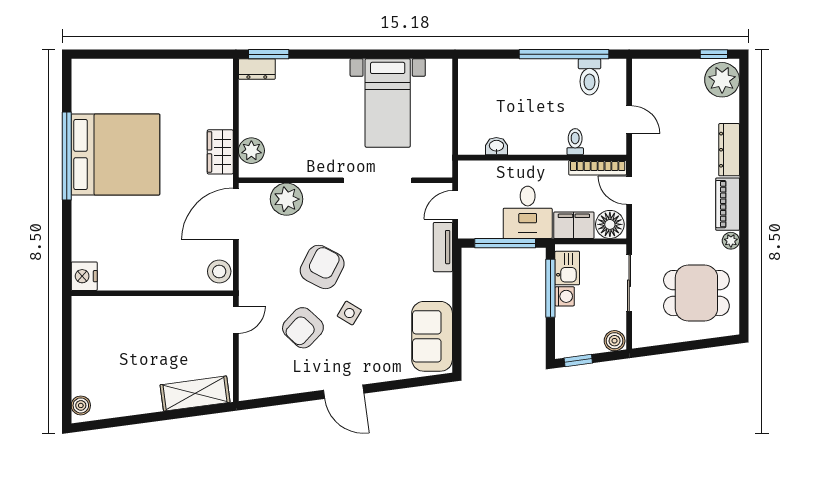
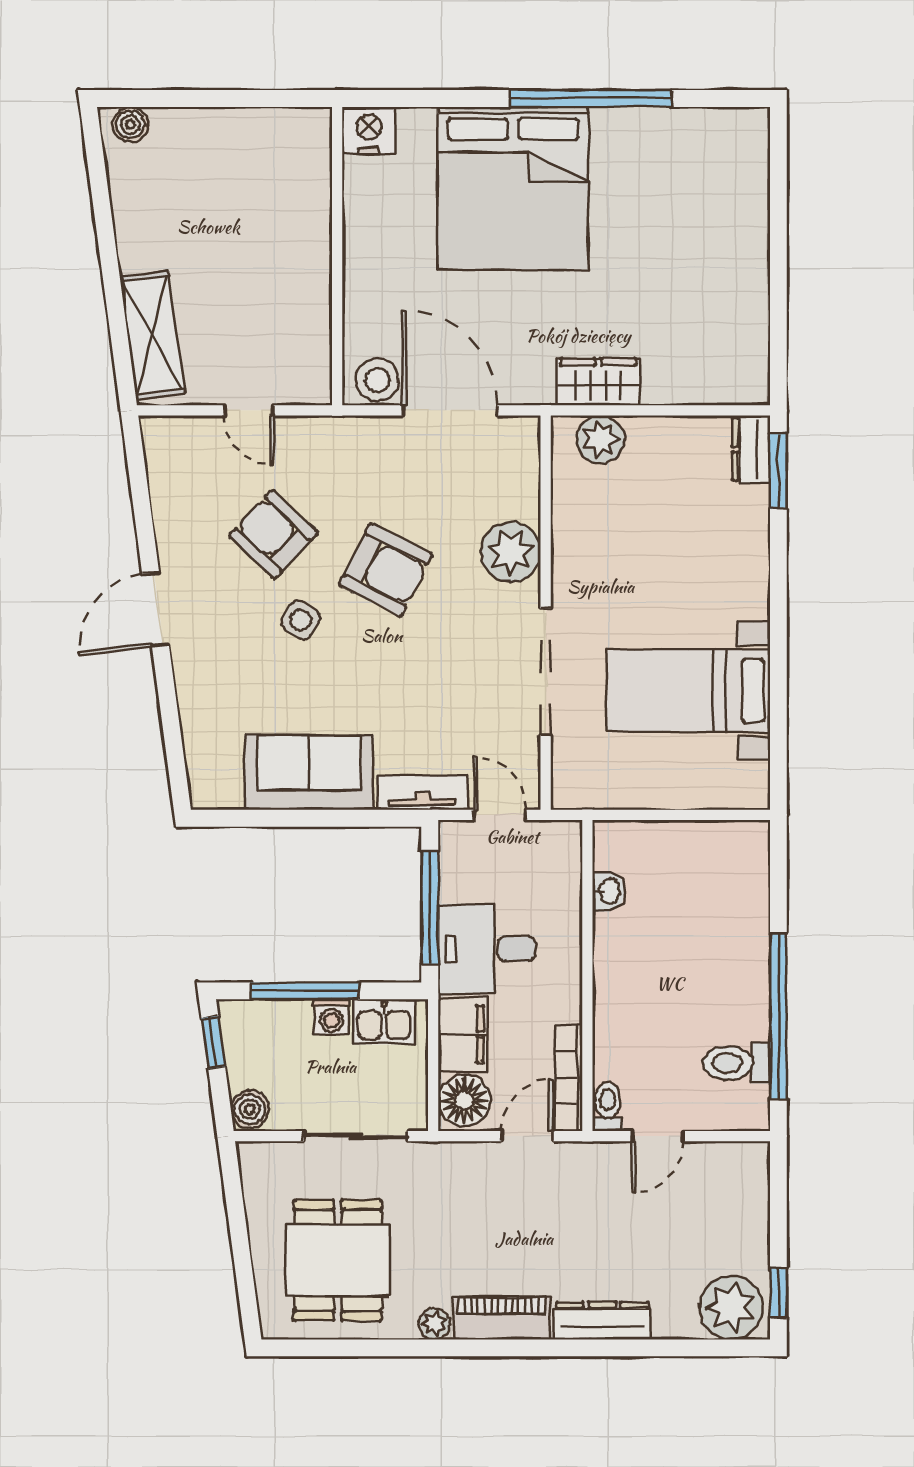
toilet: (575, 142) -> (608, 1107), moved, turned -90
bed: (115, 154) -> (513, 188), moved
plant: (287, 199) -> (511, 552), moved
door: (236, 214) -> (450, 410), moved
window: (550, 288) -> (305, 991), moved
door: (236, 320) -> (249, 410), moved
sofa: (432, 336) -> (309, 773), moved

